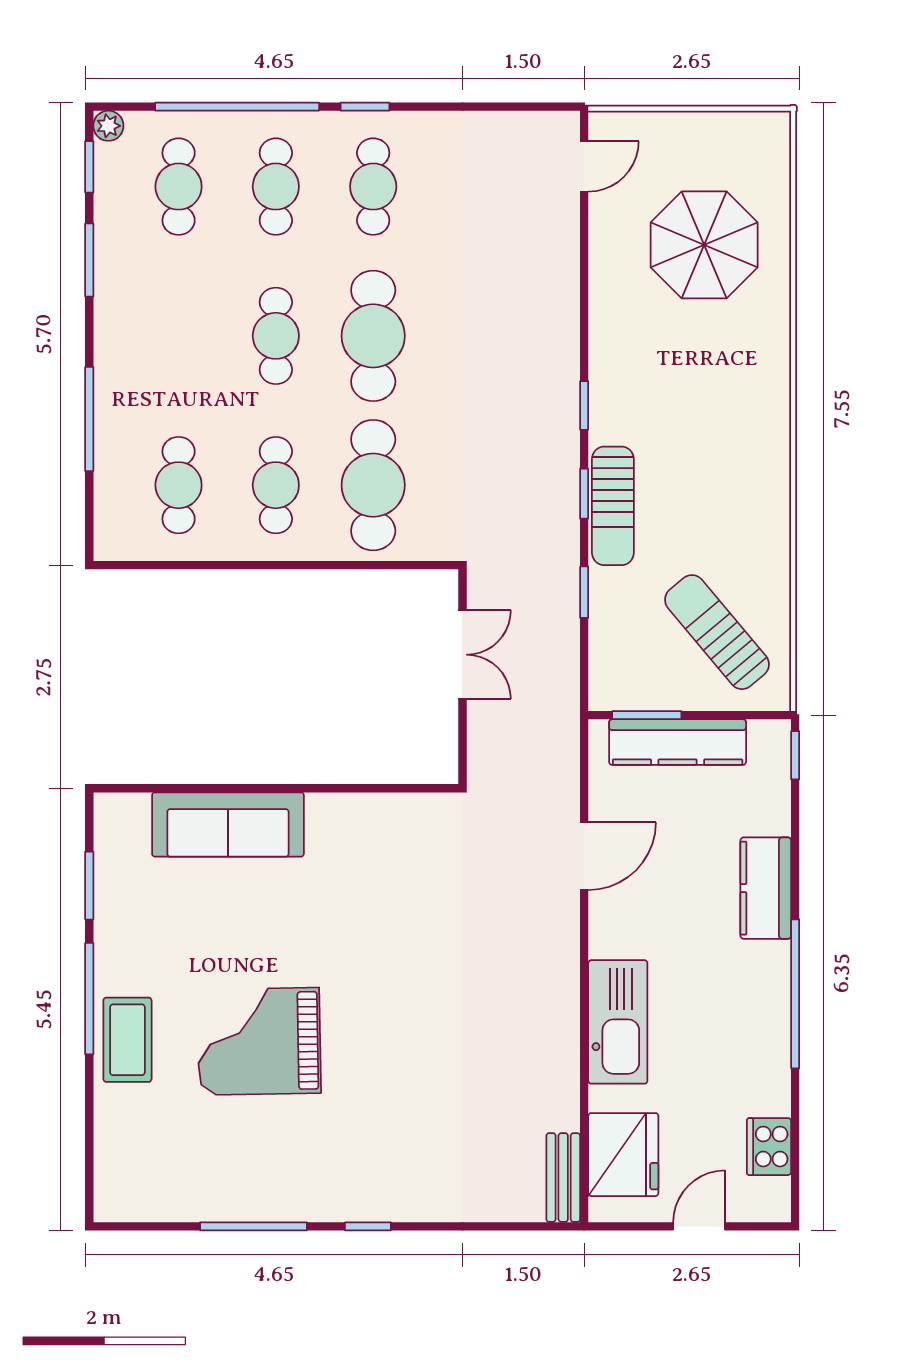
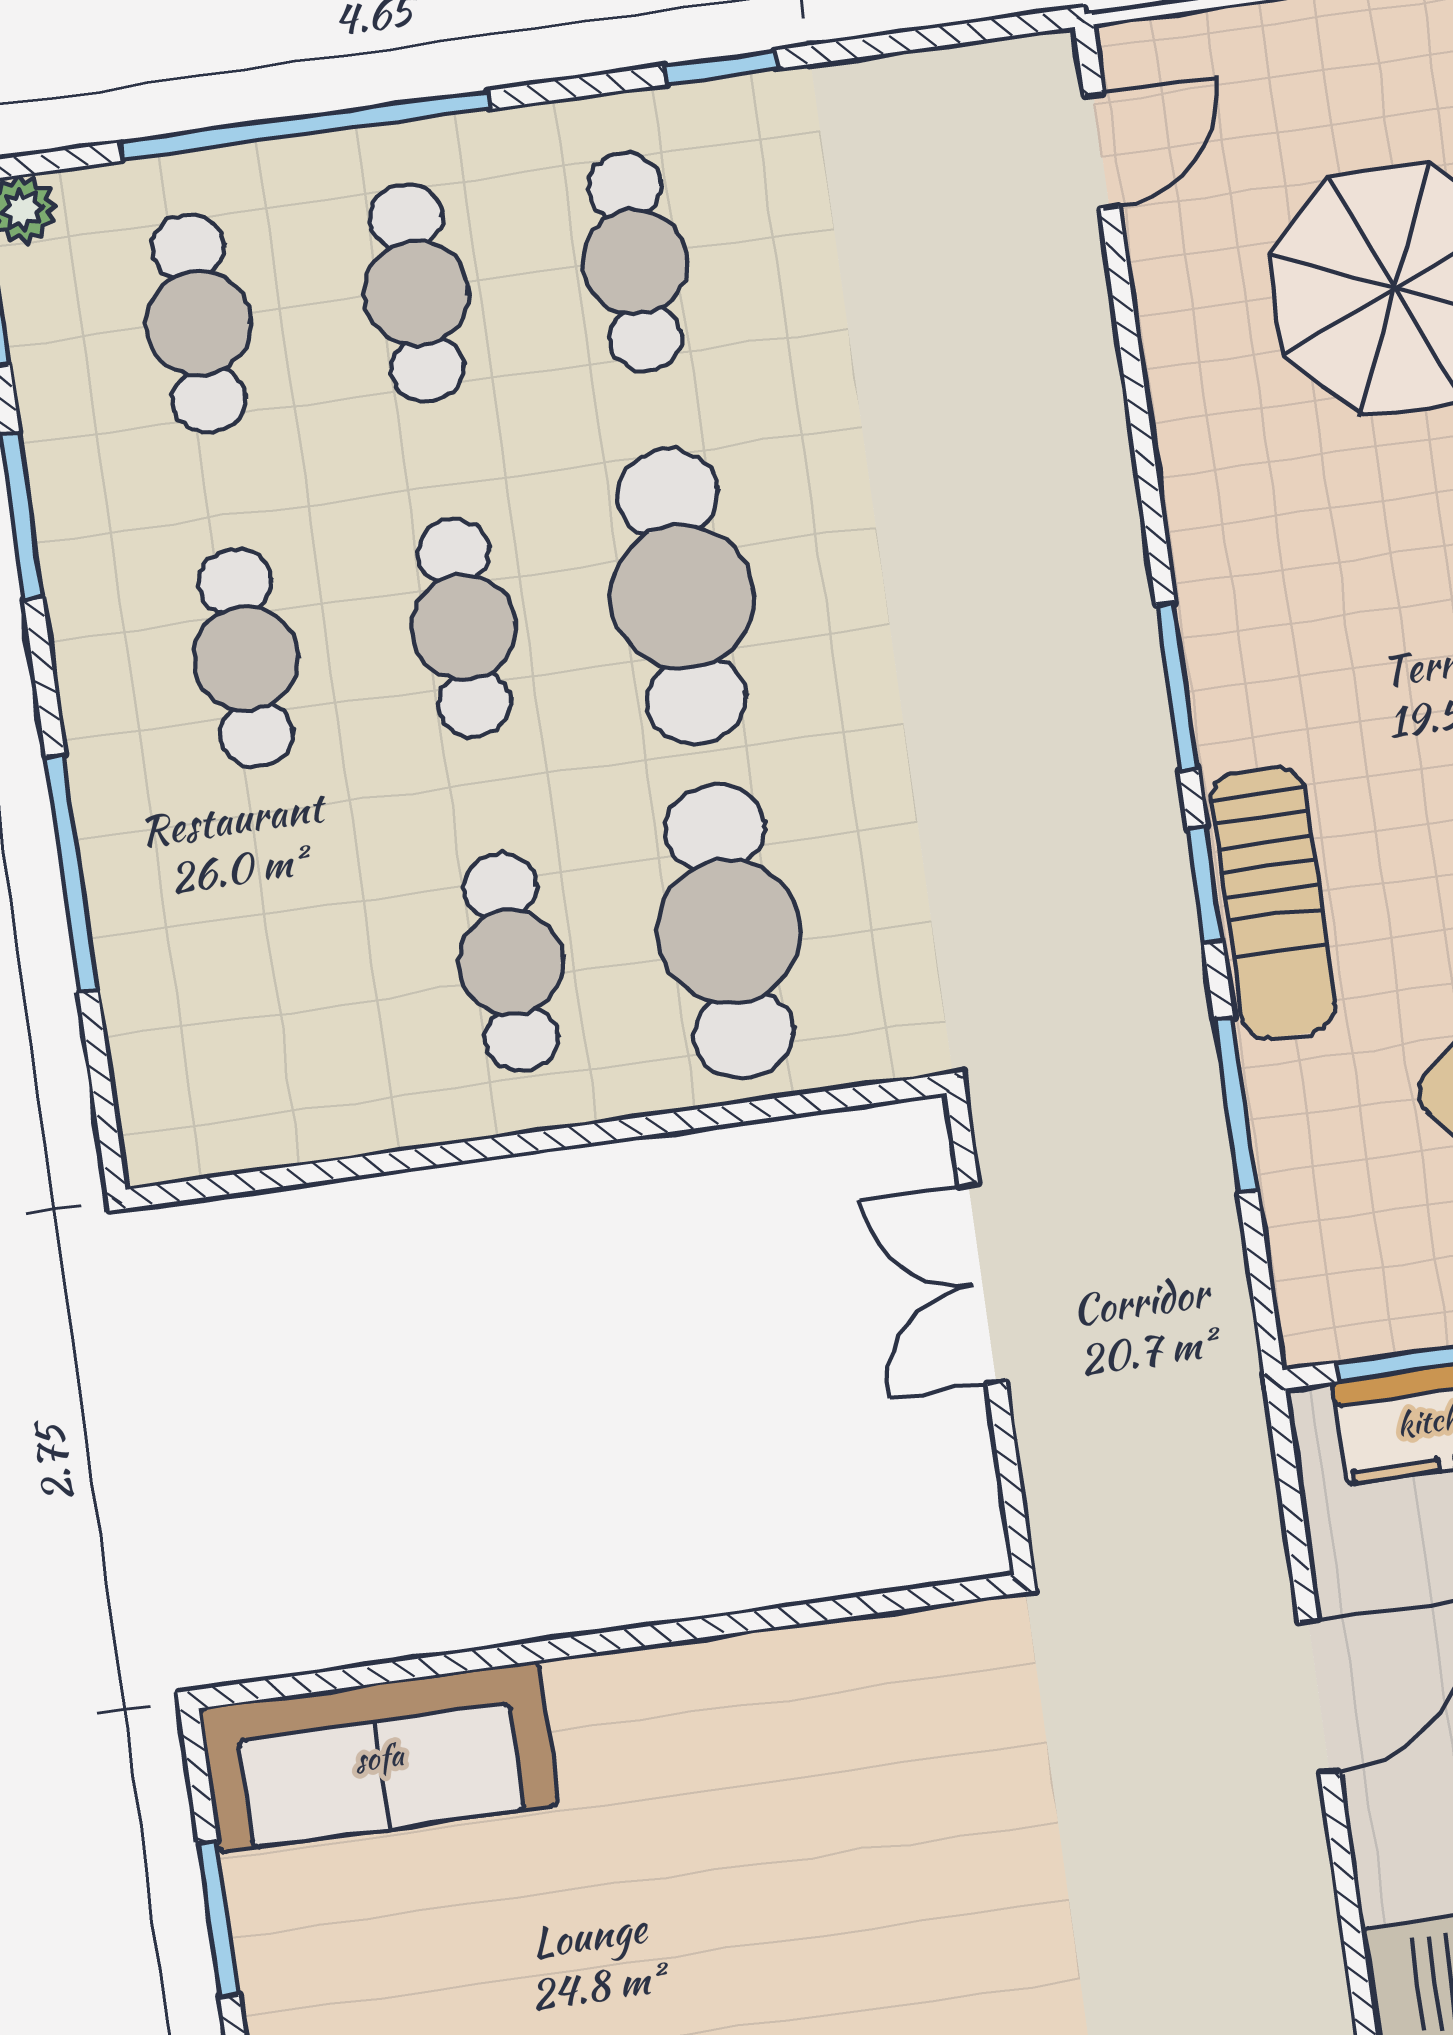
window: (365, 107) -> (721, 67), moved
window: (584, 405) -> (1177, 686), width x1.50
cafe table: (179, 485) -> (246, 658), moved
window: (584, 592) -> (1236, 1105), width x1.50
double door: (462, 655) -> (983, 1284), swing flipped
sofa: (228, 824) -> (379, 1757), moved

